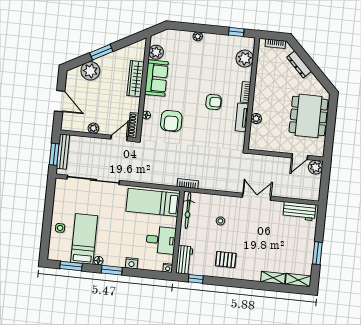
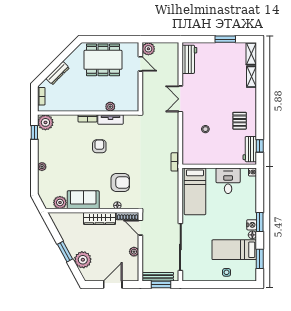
plant: (245, 58) -> (45, 122), moved
wardrobe: (136, 79) -> (100, 218), moved
bicycle: (188, 210) -> (199, 159), removed
workbench: (184, 260) -> (250, 149), moved, turned -90
nightstand: (132, 263) -> (252, 225), moved

